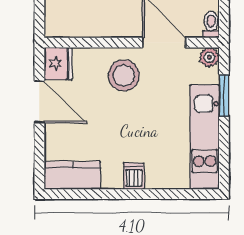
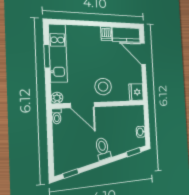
window: (224, 96) -> (47, 56), moved
door: (39, 102) -> (143, 54), moved
dishwasher: (134, 176) -> (106, 34), moved

